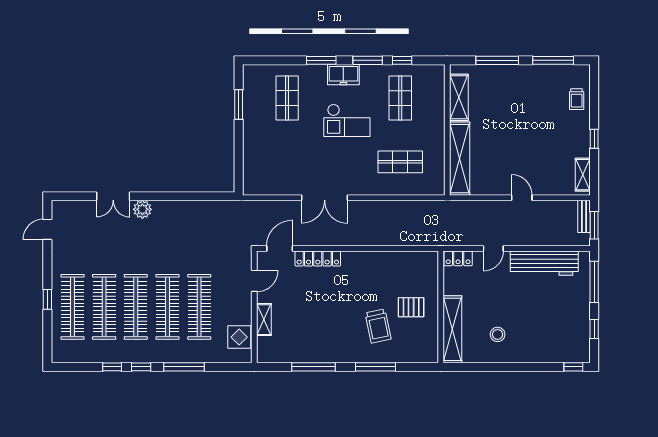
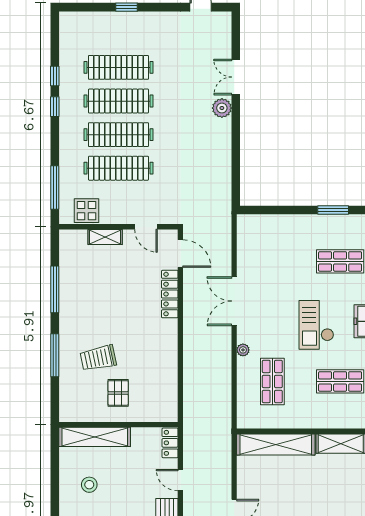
plant: (370, 190) -> (243, 350), added
clothes rail: (72, 307) -> (118, 34), removed
window: (184, 367) -> (55, 187), moved

